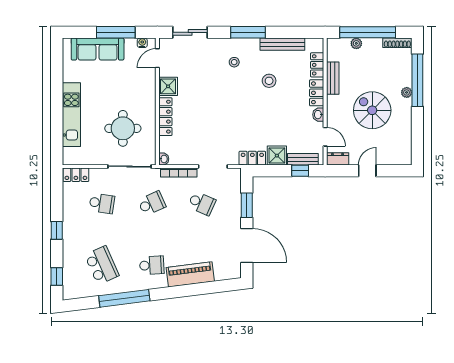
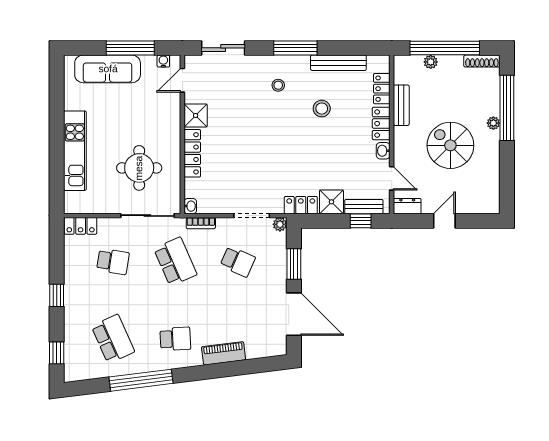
bookcase: (179, 173) -> (201, 223), width x0.64
plant: (236, 174) -> (280, 224), added
school desk: (152, 203) -> (175, 262), width x1.85
piano: (190, 274) -> (224, 353), width x0.73, depth x0.75

